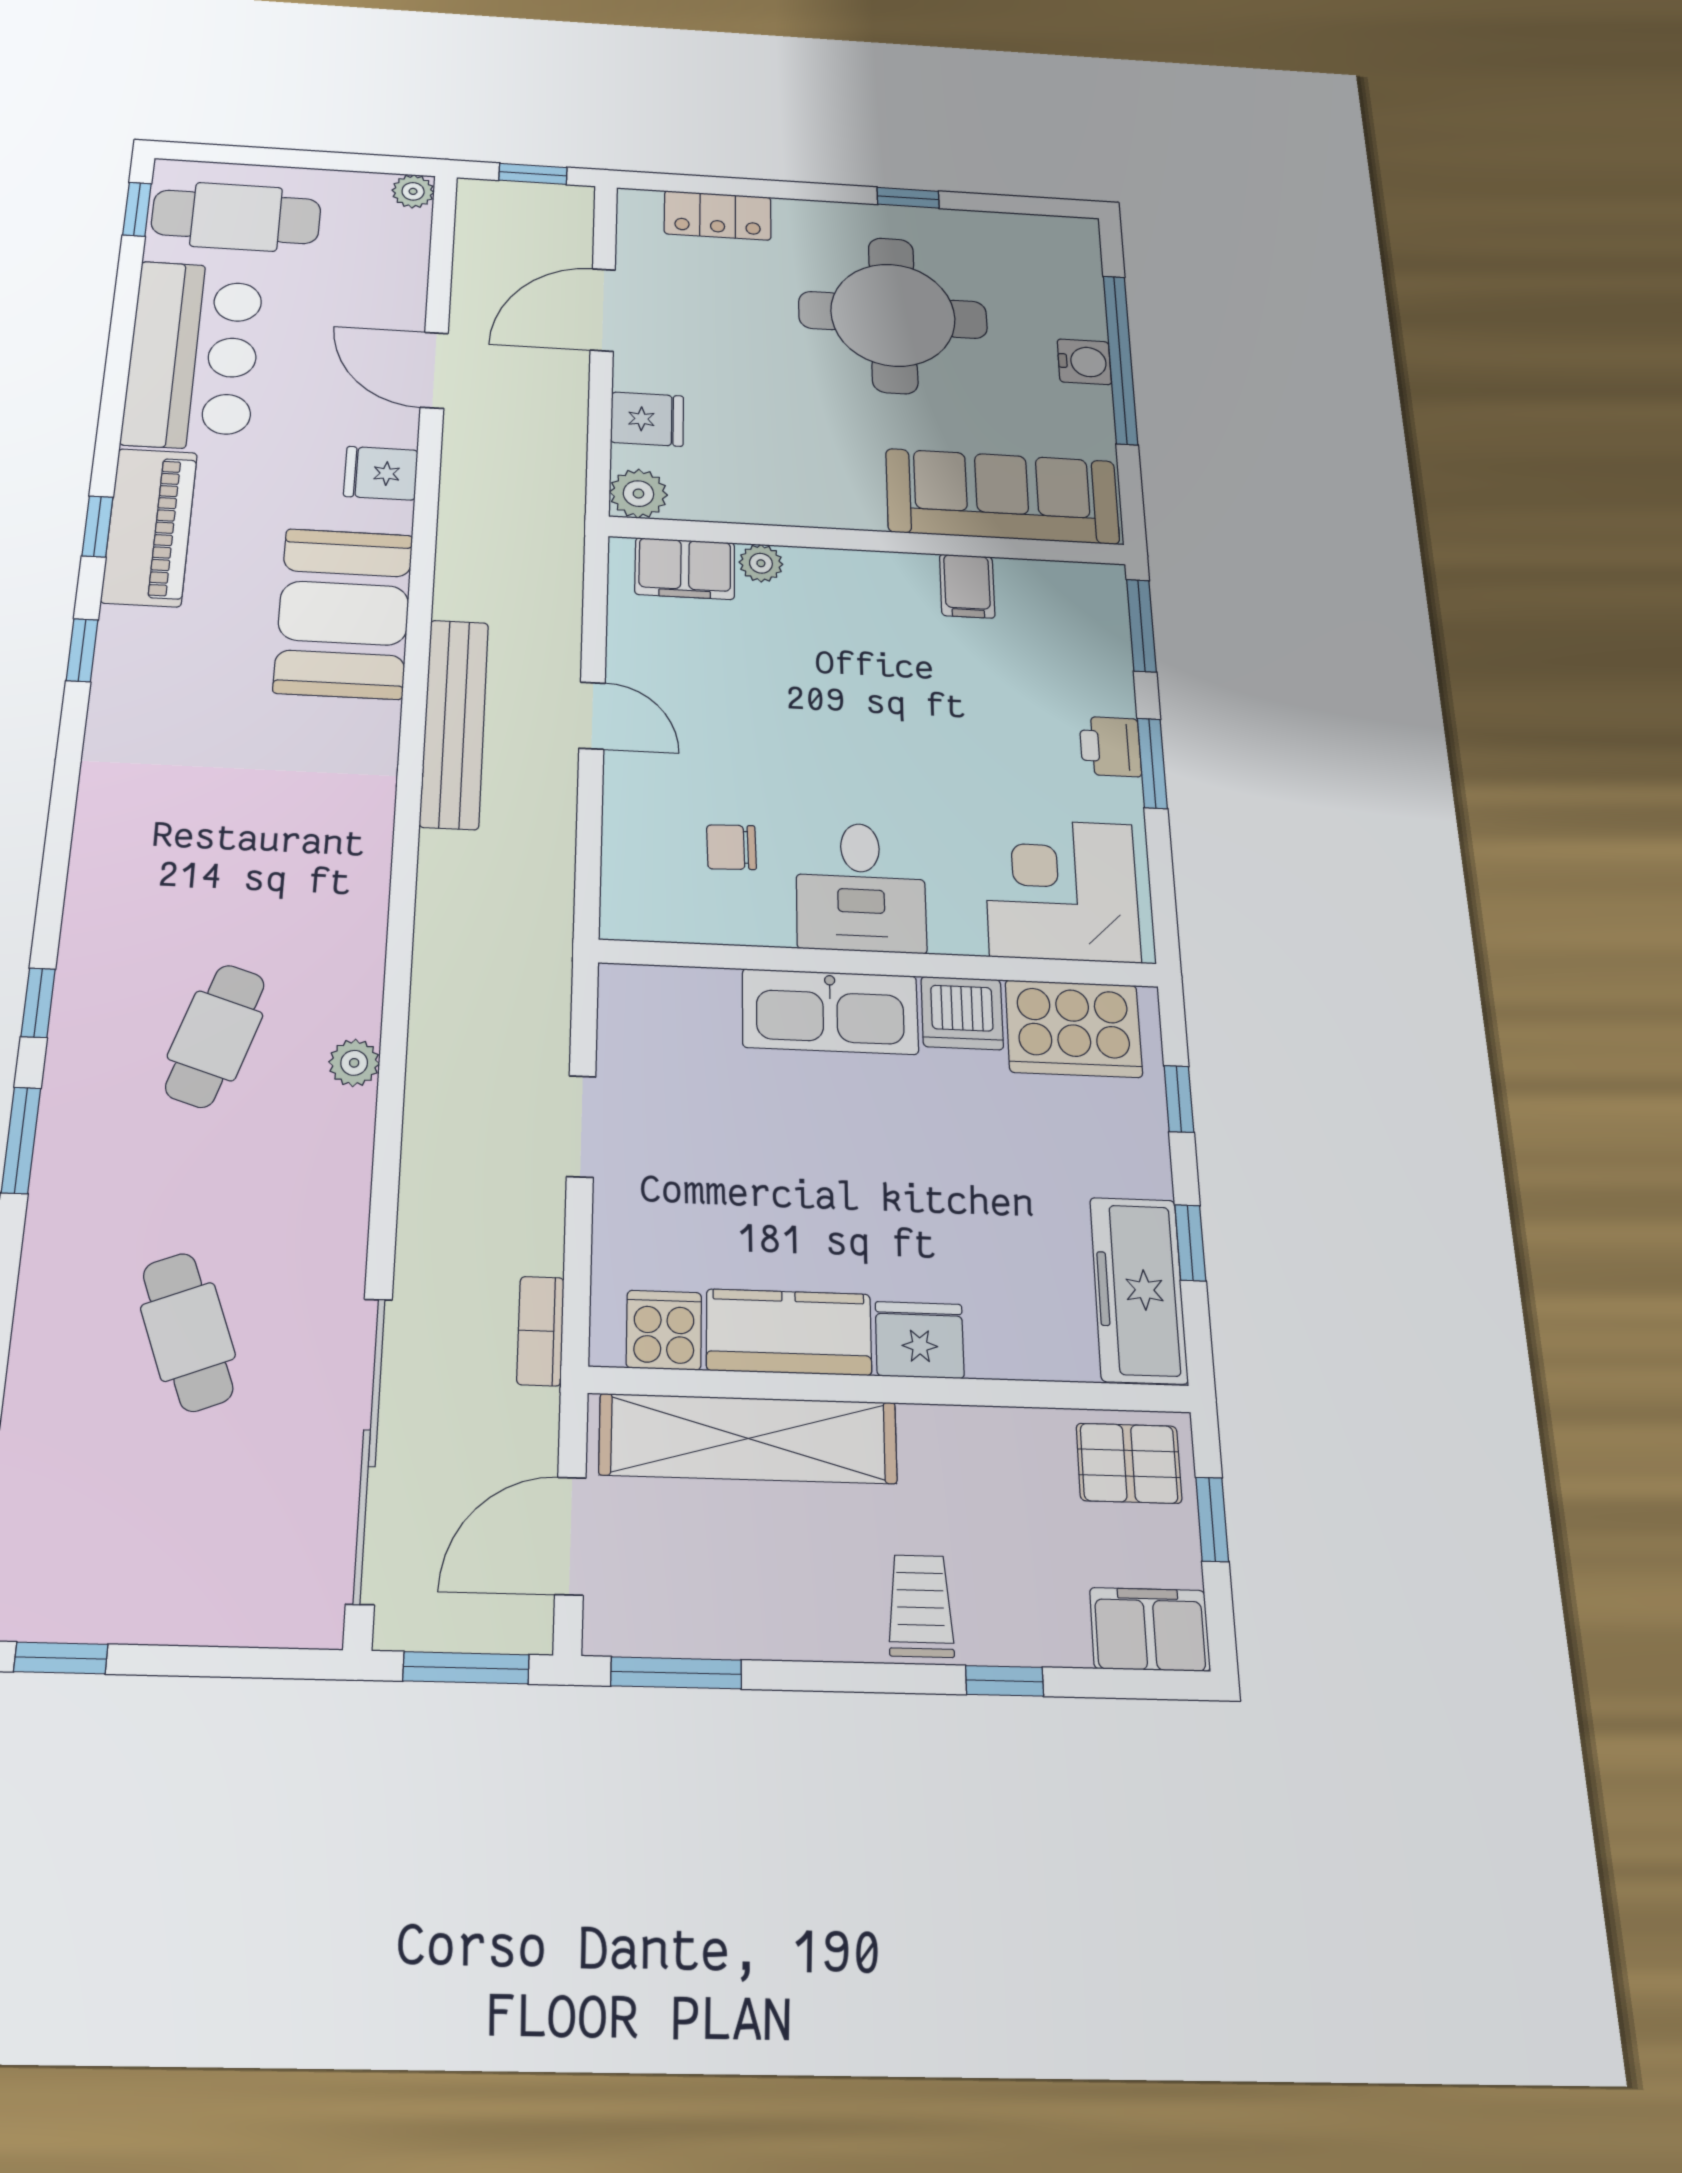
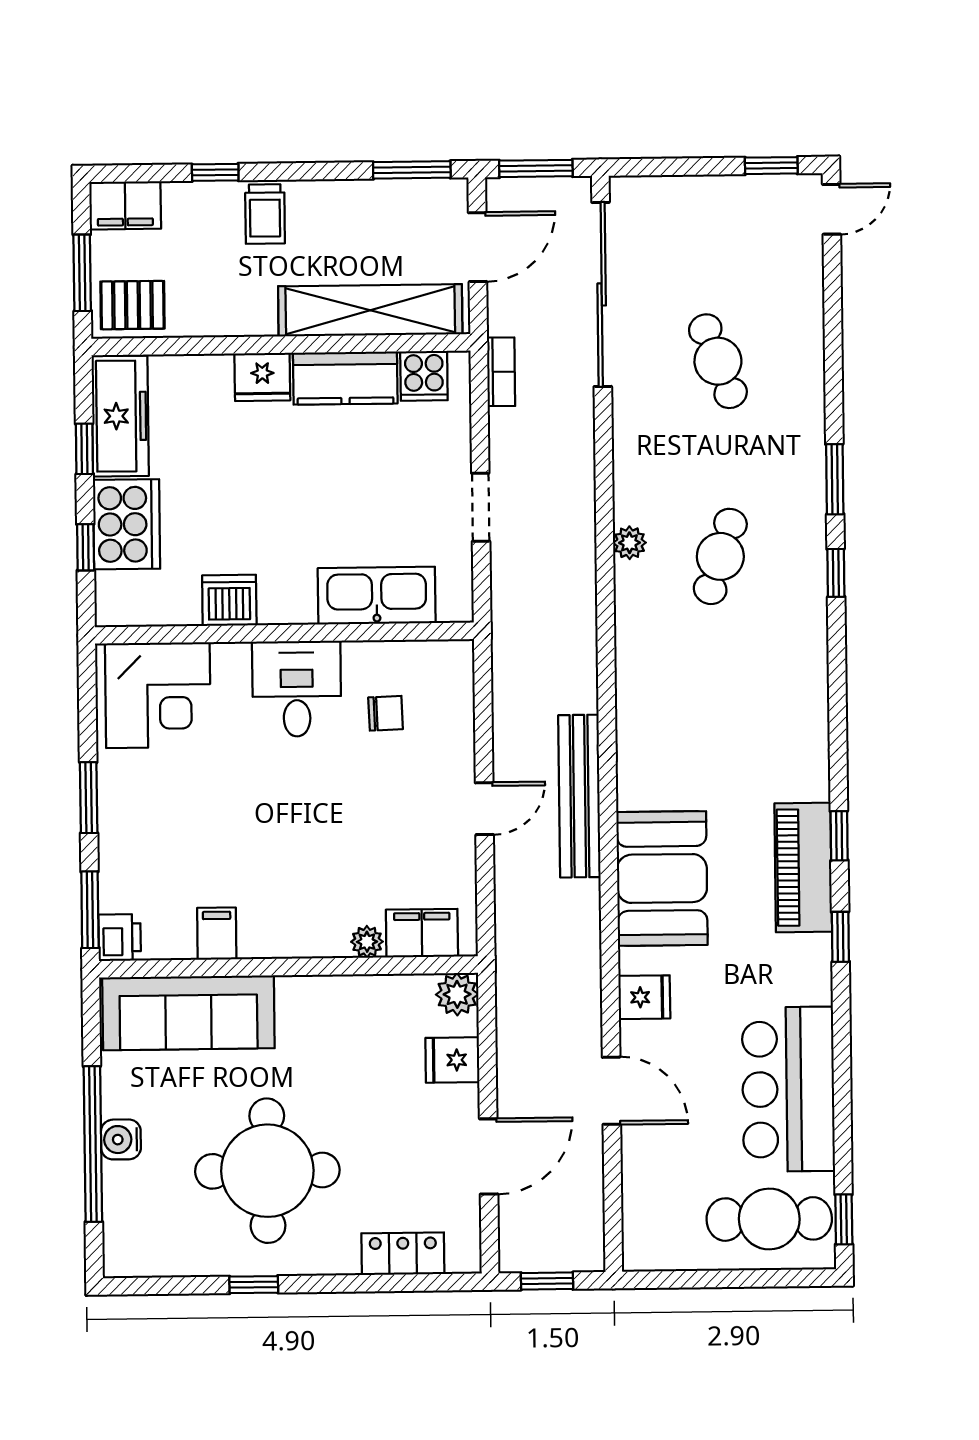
plant: (413, 191) -> (638, 1255), removed
piano: (149, 527) -> (803, 867), moved
door: (592, 716) -> (484, 809), swing flipped
printer: (1110, 747) -> (120, 938), moved
kitchen sink: (830, 1012) -> (377, 596), moved
cooker: (1074, 1029) -> (127, 524), moved, turned 90
window: (1212, 1519) -> (82, 273), width x1.50

